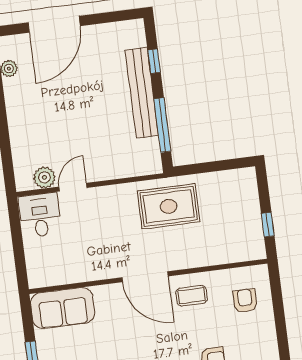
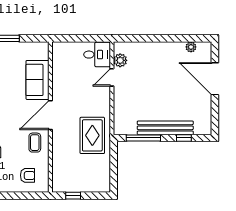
door: (73, 187) -> (112, 77), swing flipped
sofa: (63, 308) -> (37, 80), moved

